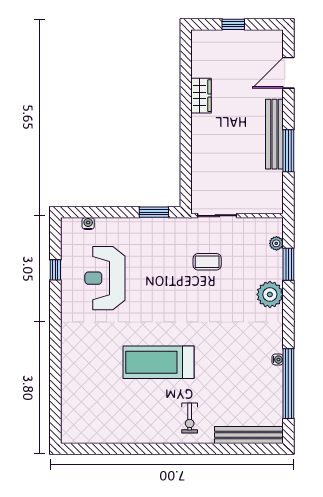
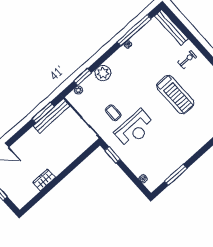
bench: (274, 134) -> (51, 116), moved
window: (288, 151) -> (43, 113), moved
window: (55, 270) -> (176, 175), width x2.17
reception desk: (105, 278) -> (135, 129), moved

